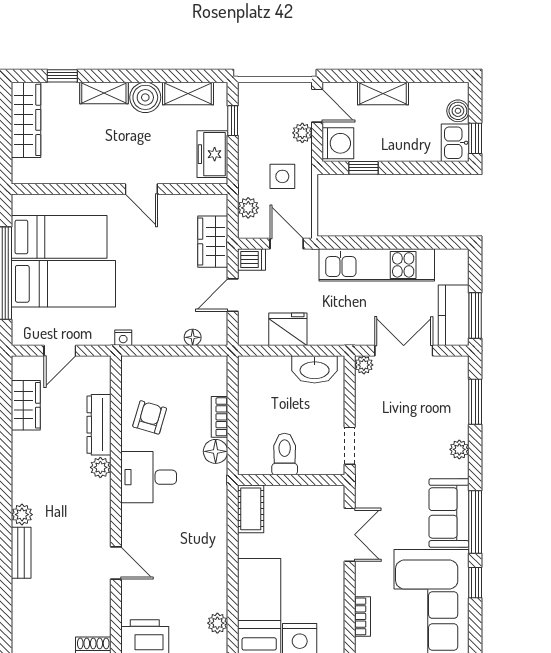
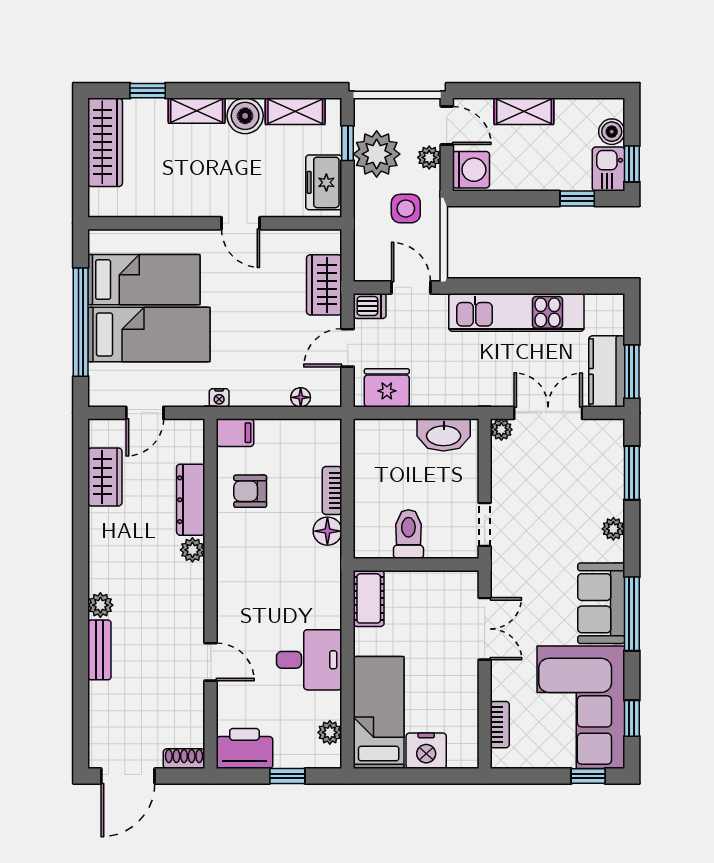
window: (364, 168) -> (577, 199), moved
plant: (248, 208) -> (377, 154), moved, width x1.87, depth x1.87
fridge: (288, 329) -> (387, 388), moved
filing cabinet: (137, 368) -> (235, 433), added
armchair: (150, 417) -> (250, 491), turned -106
desk: (149, 477) -> (309, 660), moved, turned 180
window: (475, 583) -> (632, 718), moved

